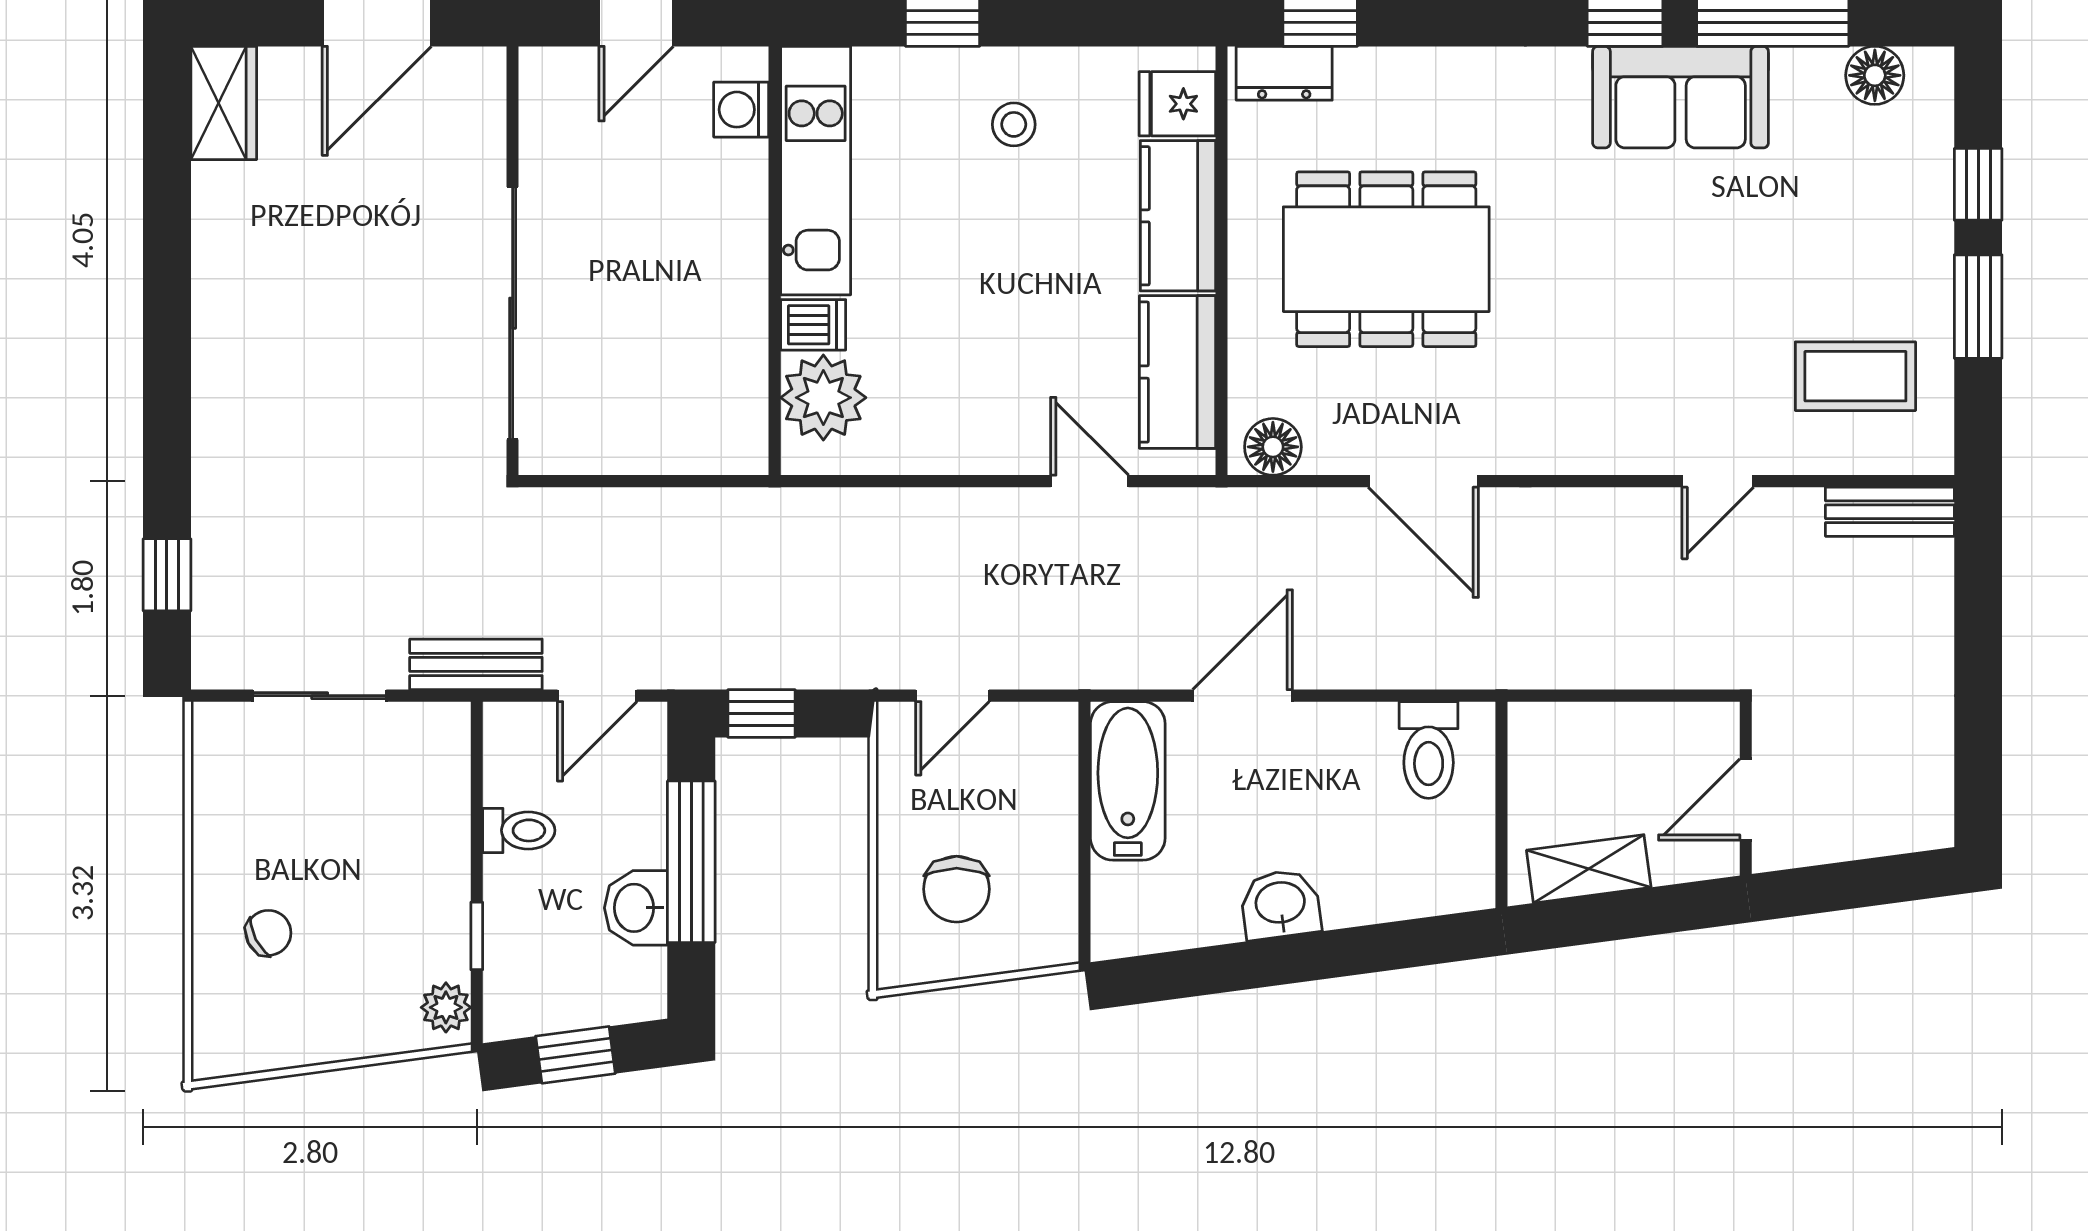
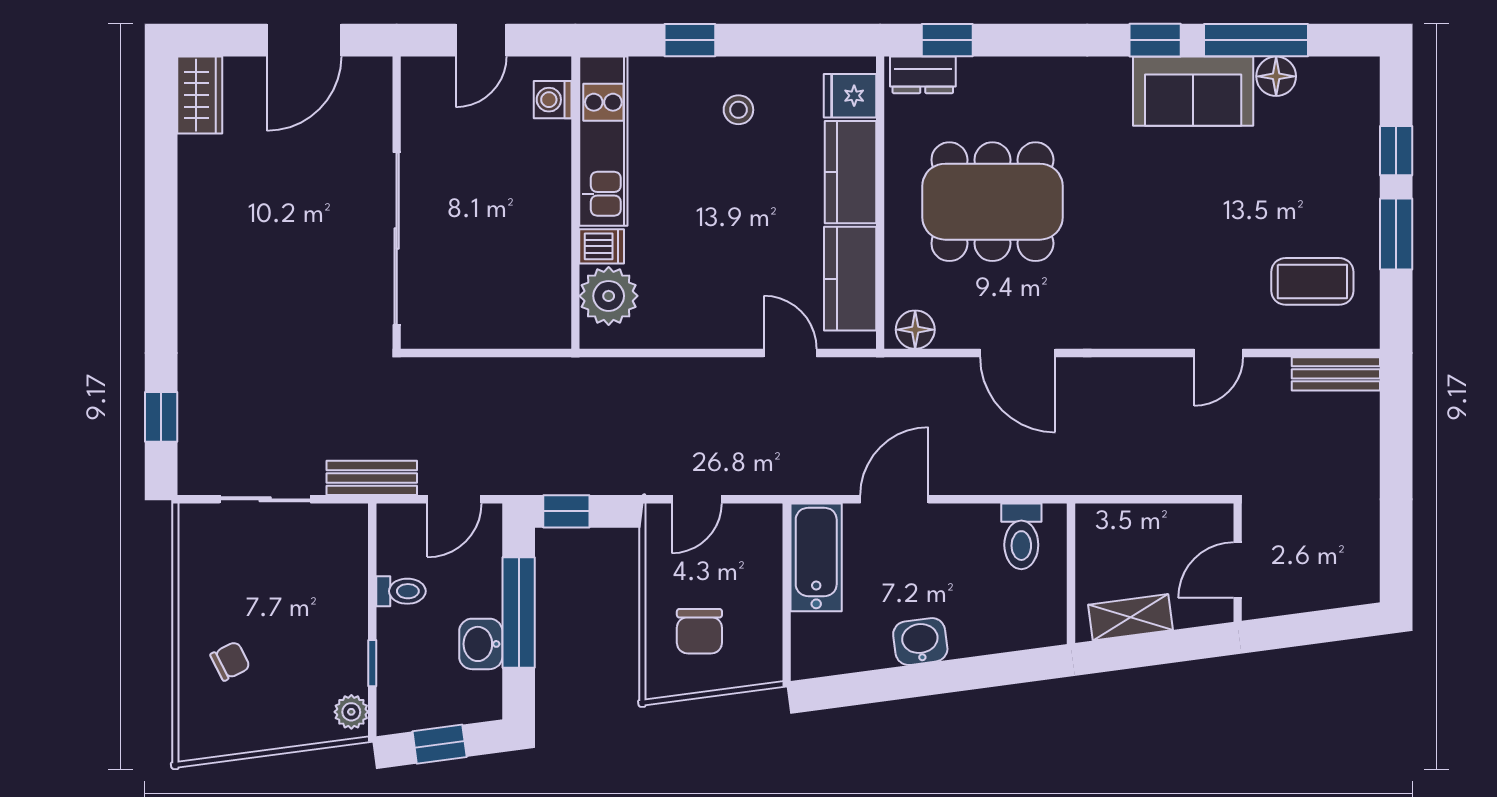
floor lamp: (1875, 75) -> (1276, 76), moved

